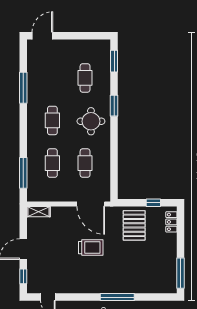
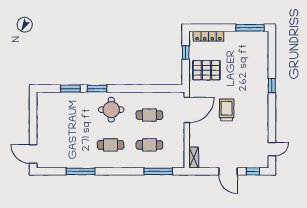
window: (114, 61) -> (70, 89), moved
cafe table: (85, 78) -> (72, 115), removed
locker: (171, 222) -> (208, 36), width x1.53
window: (117, 297) -> (272, 86), width x0.46

